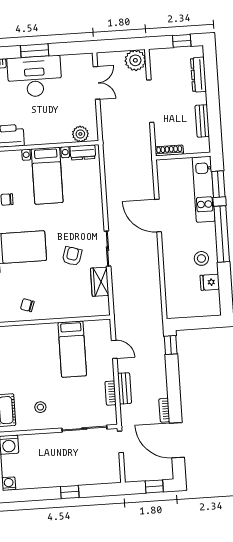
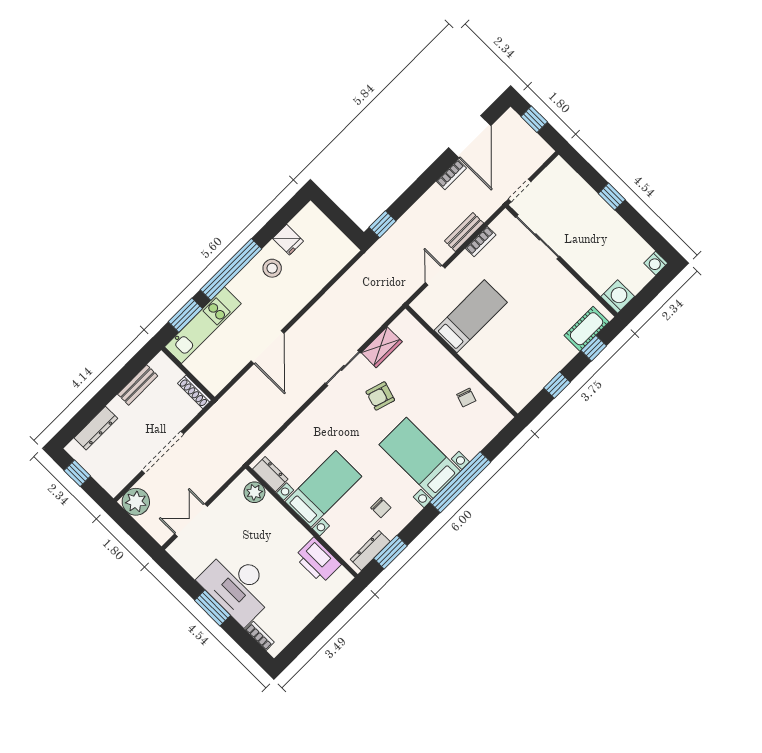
stool: (40, 407) -> (554, 298), removed

